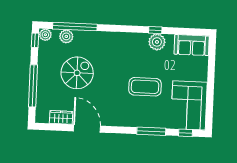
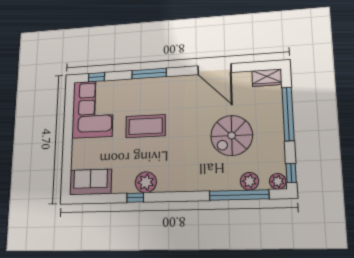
plant: (157, 42) -> (146, 182), moved
wardrobe: (61, 117) -> (267, 78), moved
window: (151, 131) -> (149, 74), moved

